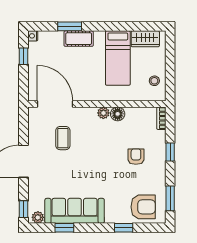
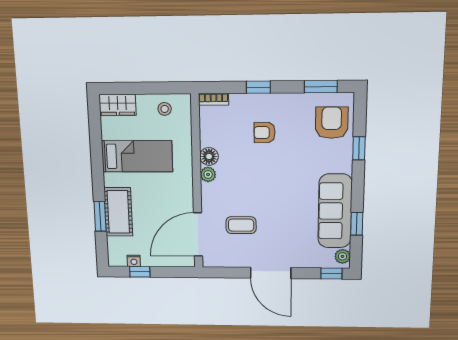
nightstand: (33, 36) -> (134, 261), moved
cot: (79, 39) -> (118, 212), width x1.37, depth x1.34
wardrobe: (145, 39) -> (117, 105), moved, turned 90

